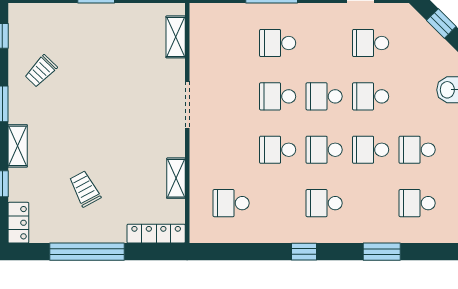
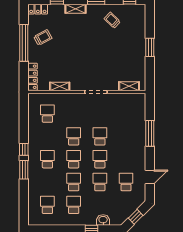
school desk: (278, 43) -> (126, 136), removed
trolley: (85, 189) -> (43, 37), moved
window: (382, 252) -> (24, 170), moved

